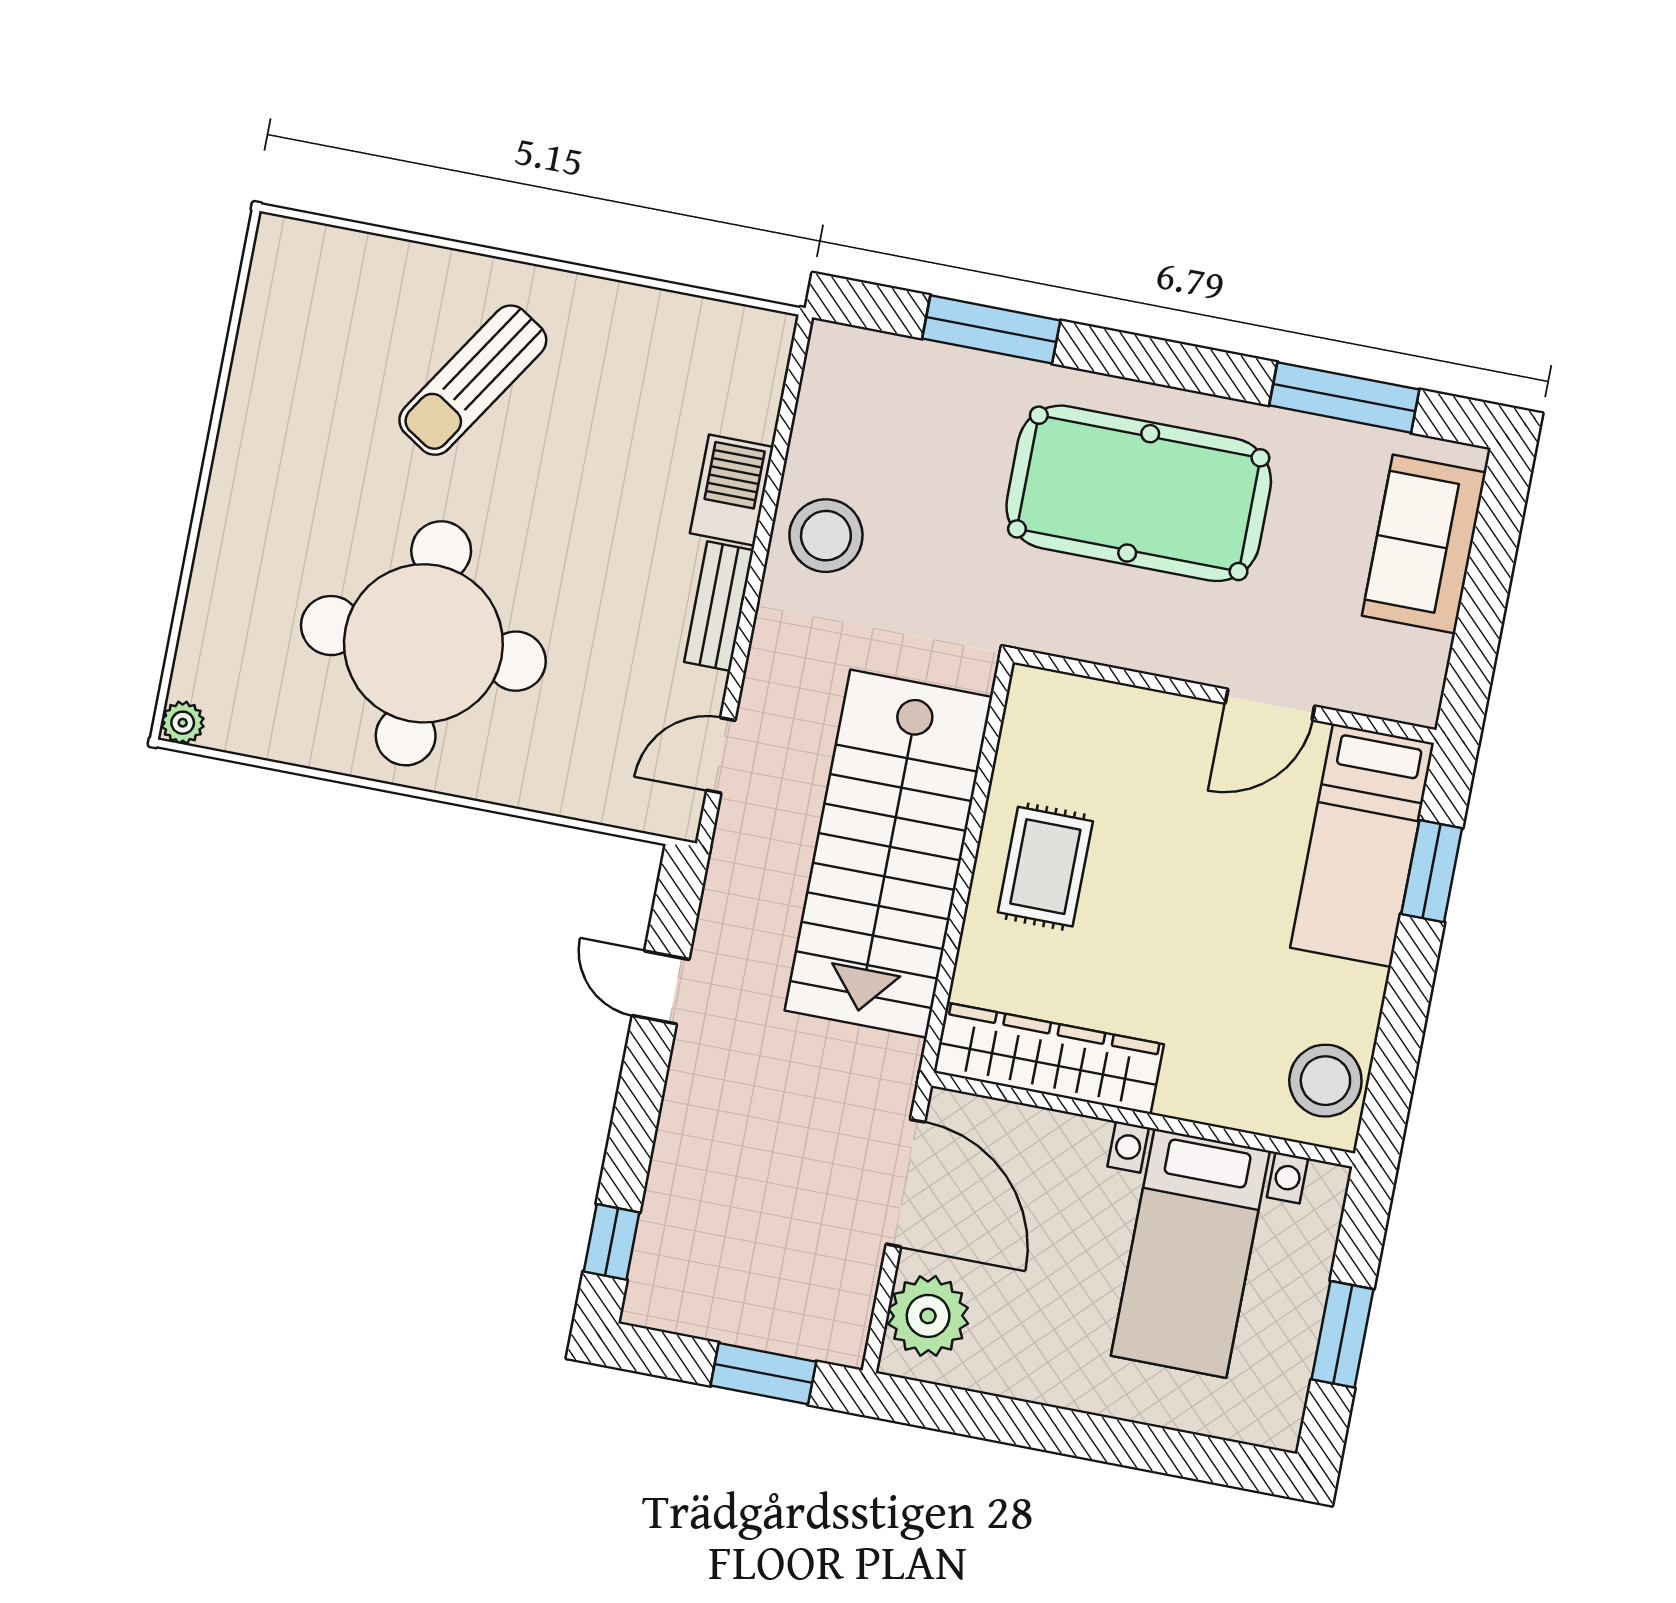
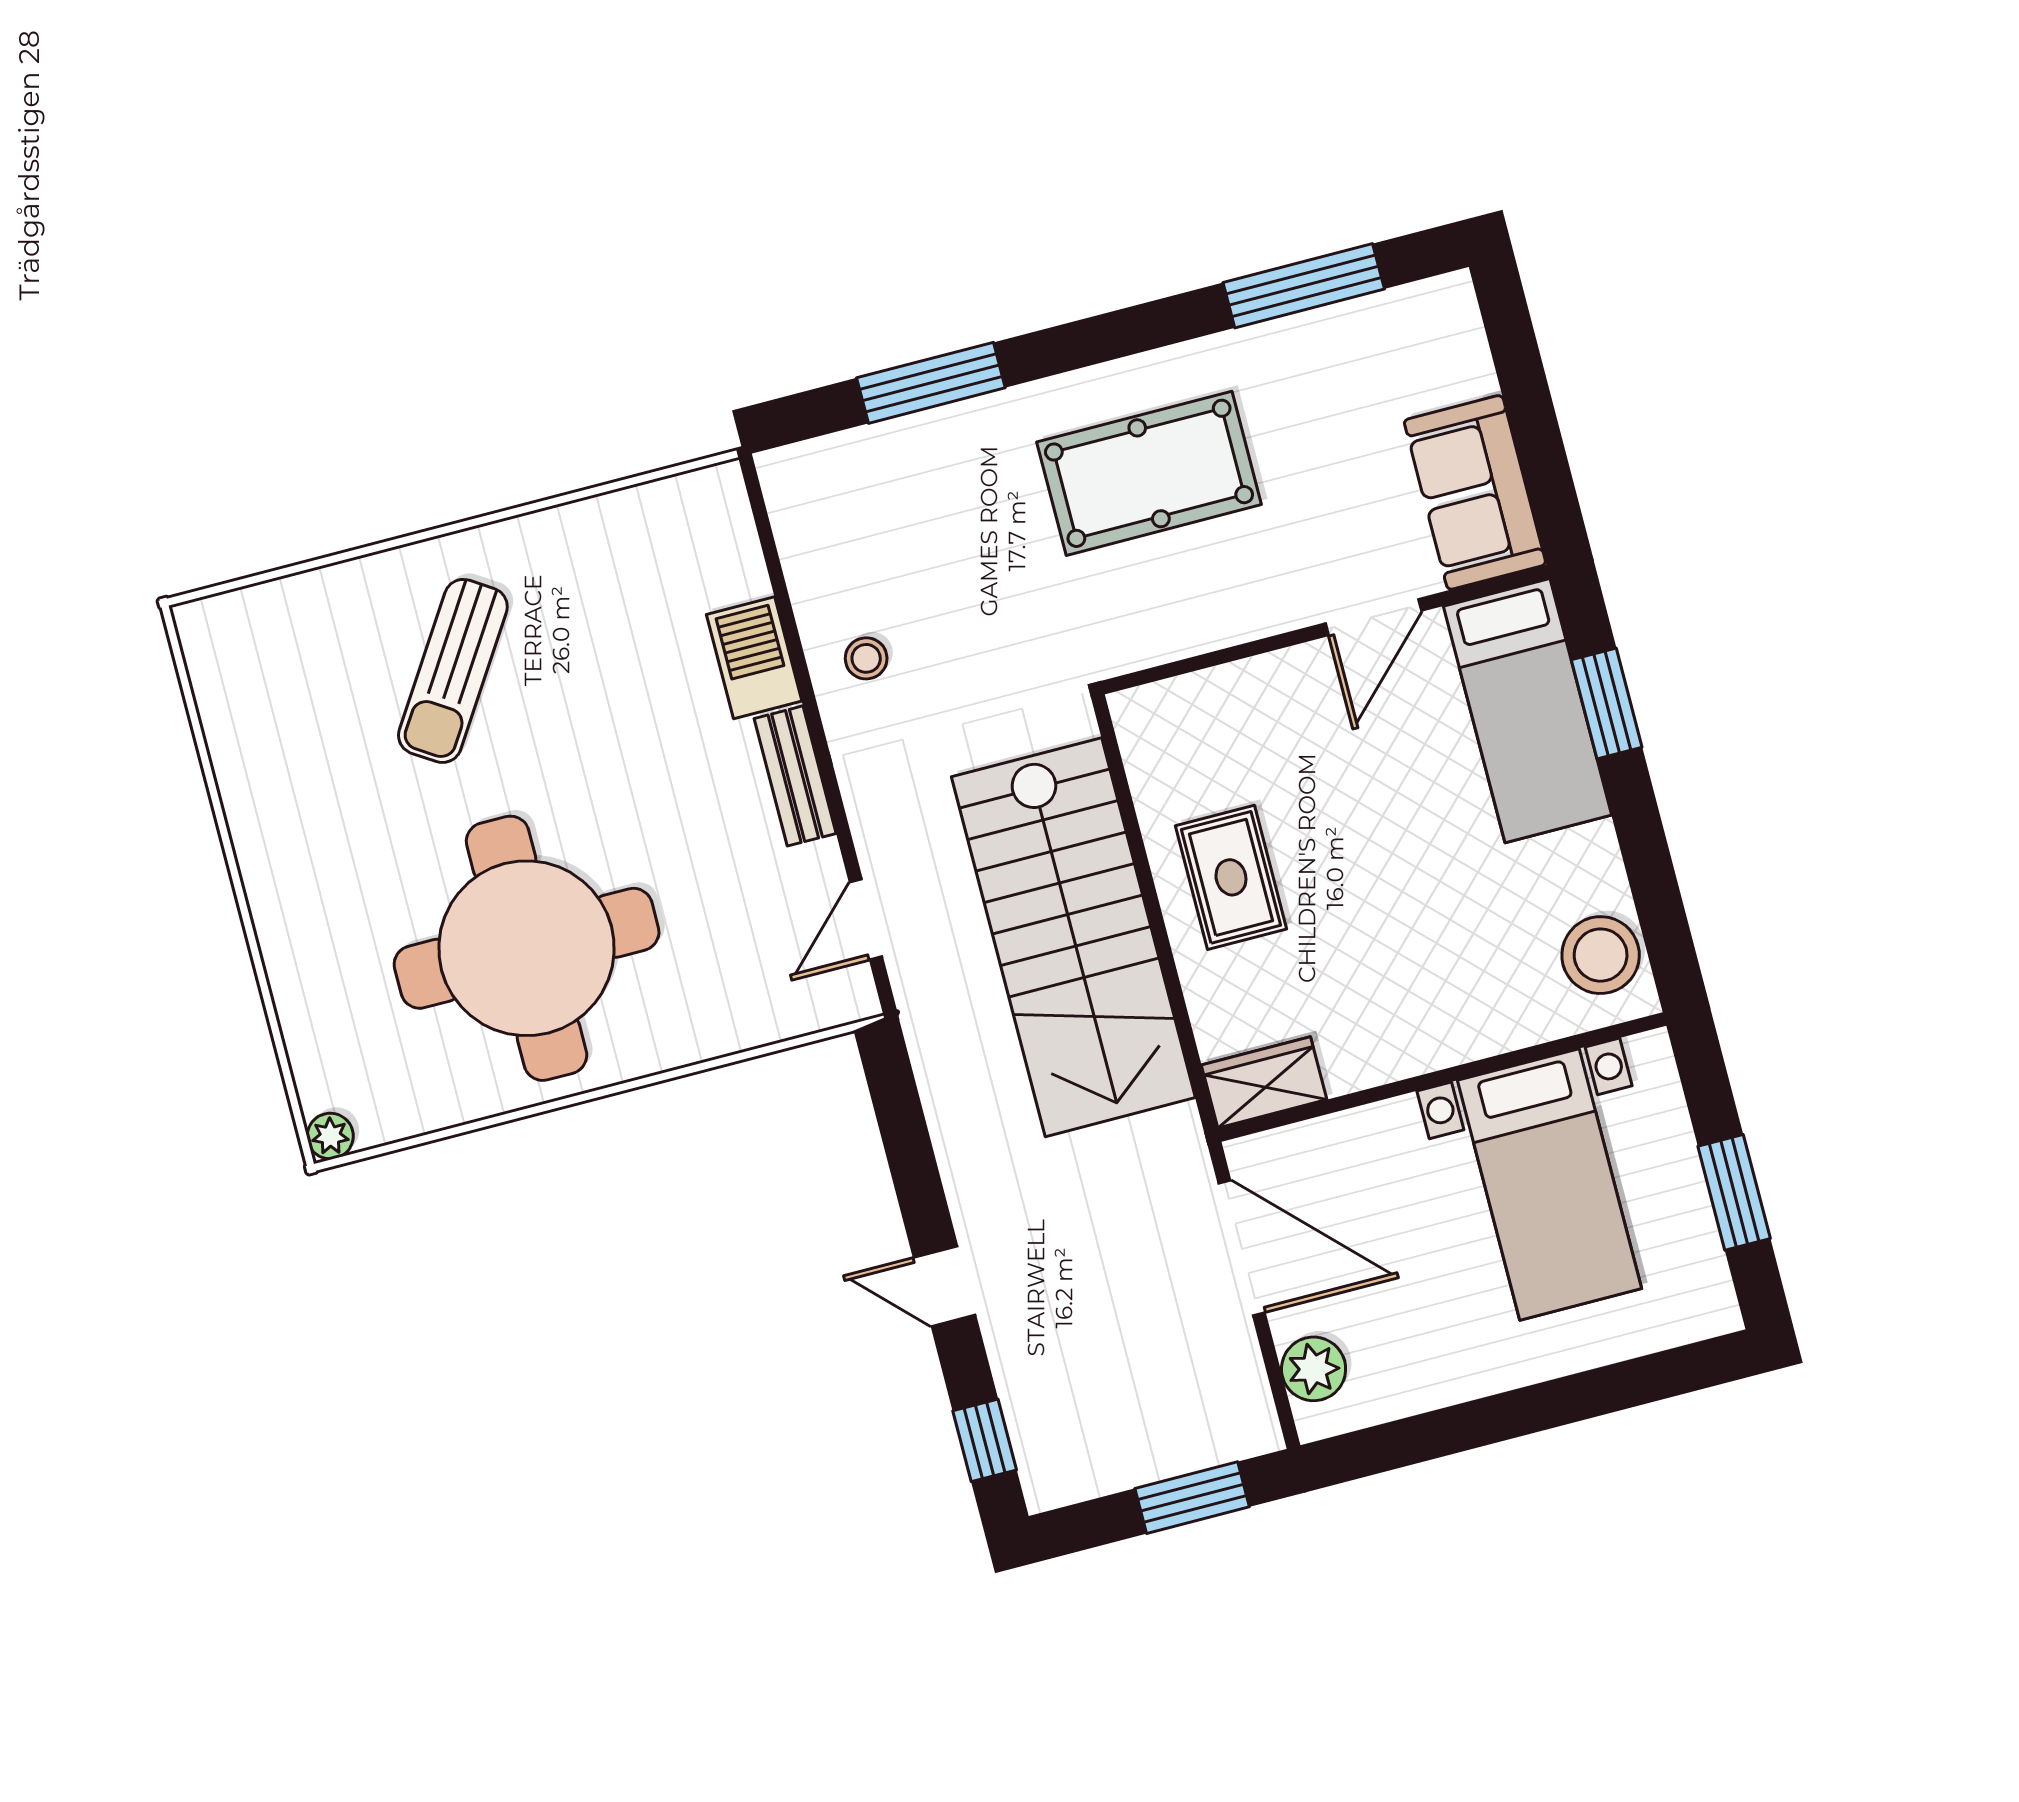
pool table: (1139, 493) -> (1149, 473), width x0.73, depth x0.76
stool: (826, 536) -> (866, 658), width x0.53, depth x0.53
sofa: (1424, 544) -> (1475, 492), moved
door: (661, 987) -> (944, 1286), moved
wardrobe: (1049, 1058) -> (1264, 1082), width x0.48, depth x0.85
plant: (928, 1316) -> (1314, 1369), width x0.73, depth x0.73

